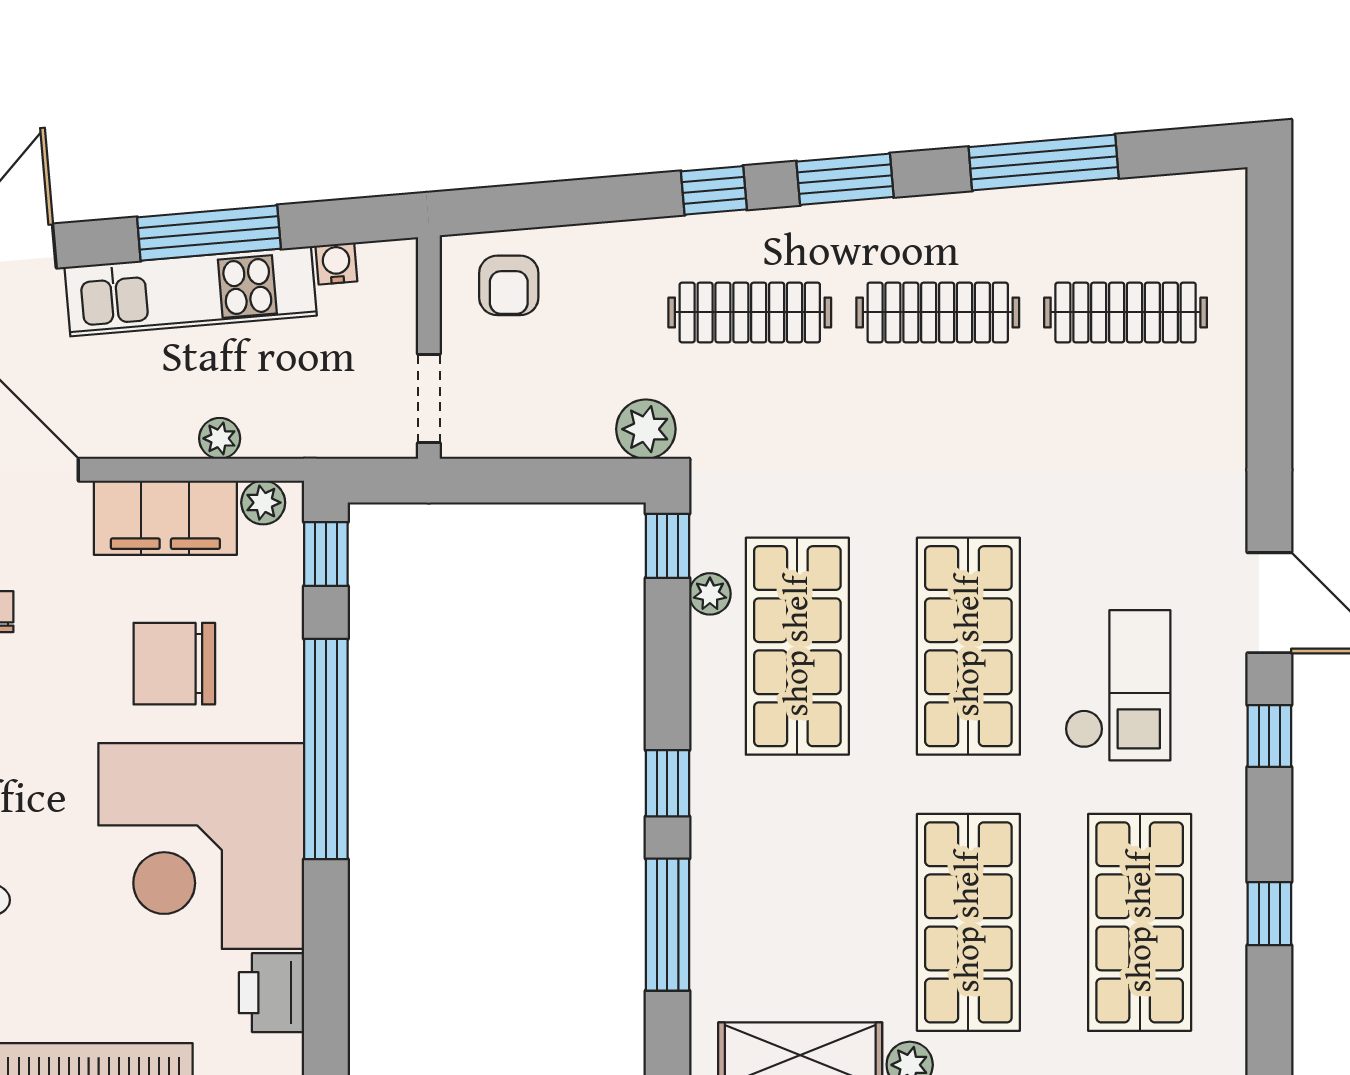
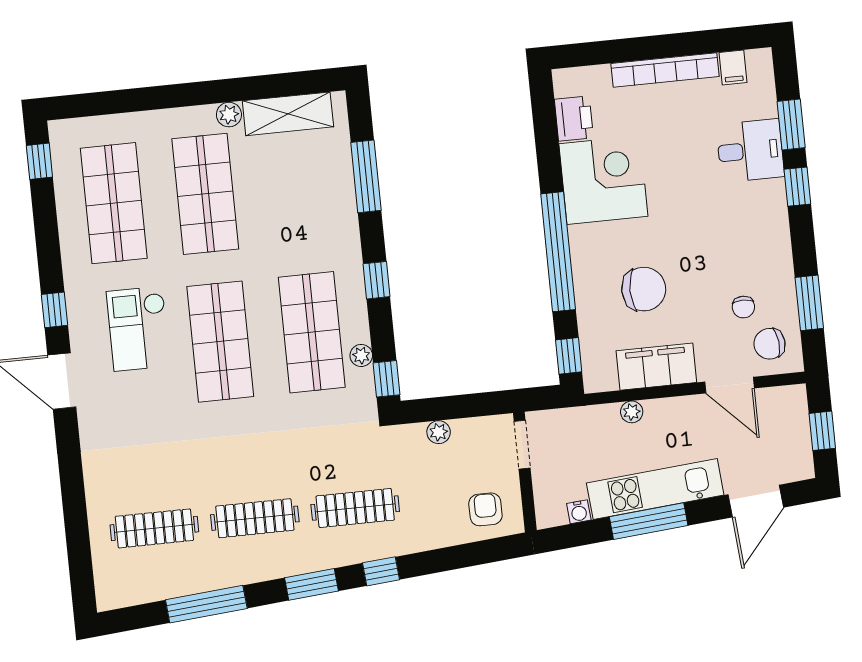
plant: (646, 429) -> (439, 432), moved, width x0.73, depth x0.73
plant: (263, 503) -> (605, 380), removed
window: (667, 783) -> (377, 280), moved
corner desk: (201, 846) -> (603, 180), width x0.74, depth x0.74
window: (1269, 914) -> (39, 161), moved

